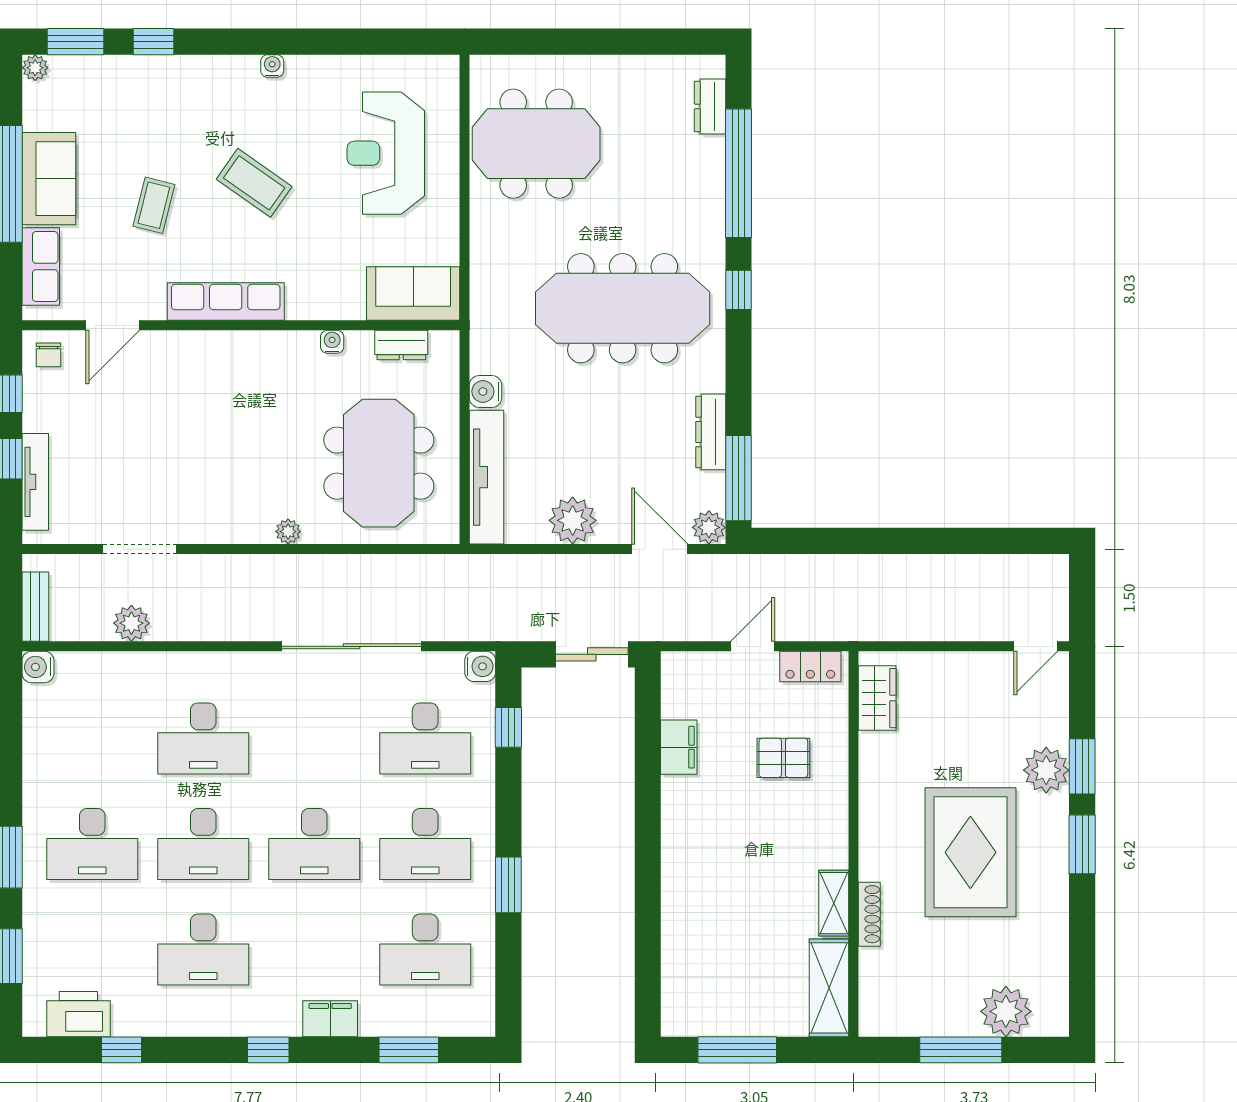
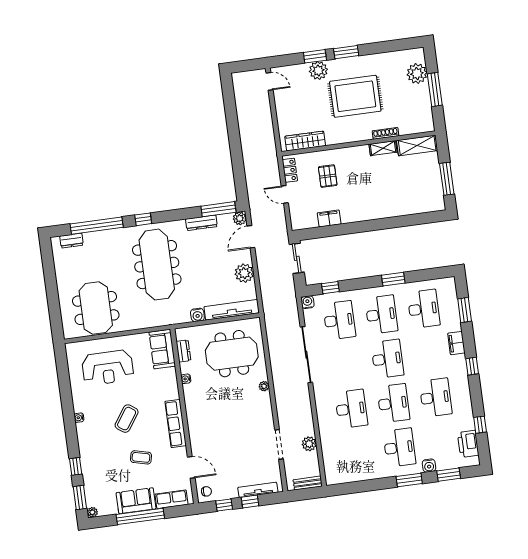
water cooler: (38, 667) -> (429, 466), moved
wardrobe: (877, 698) -> (305, 141), width x1.50

